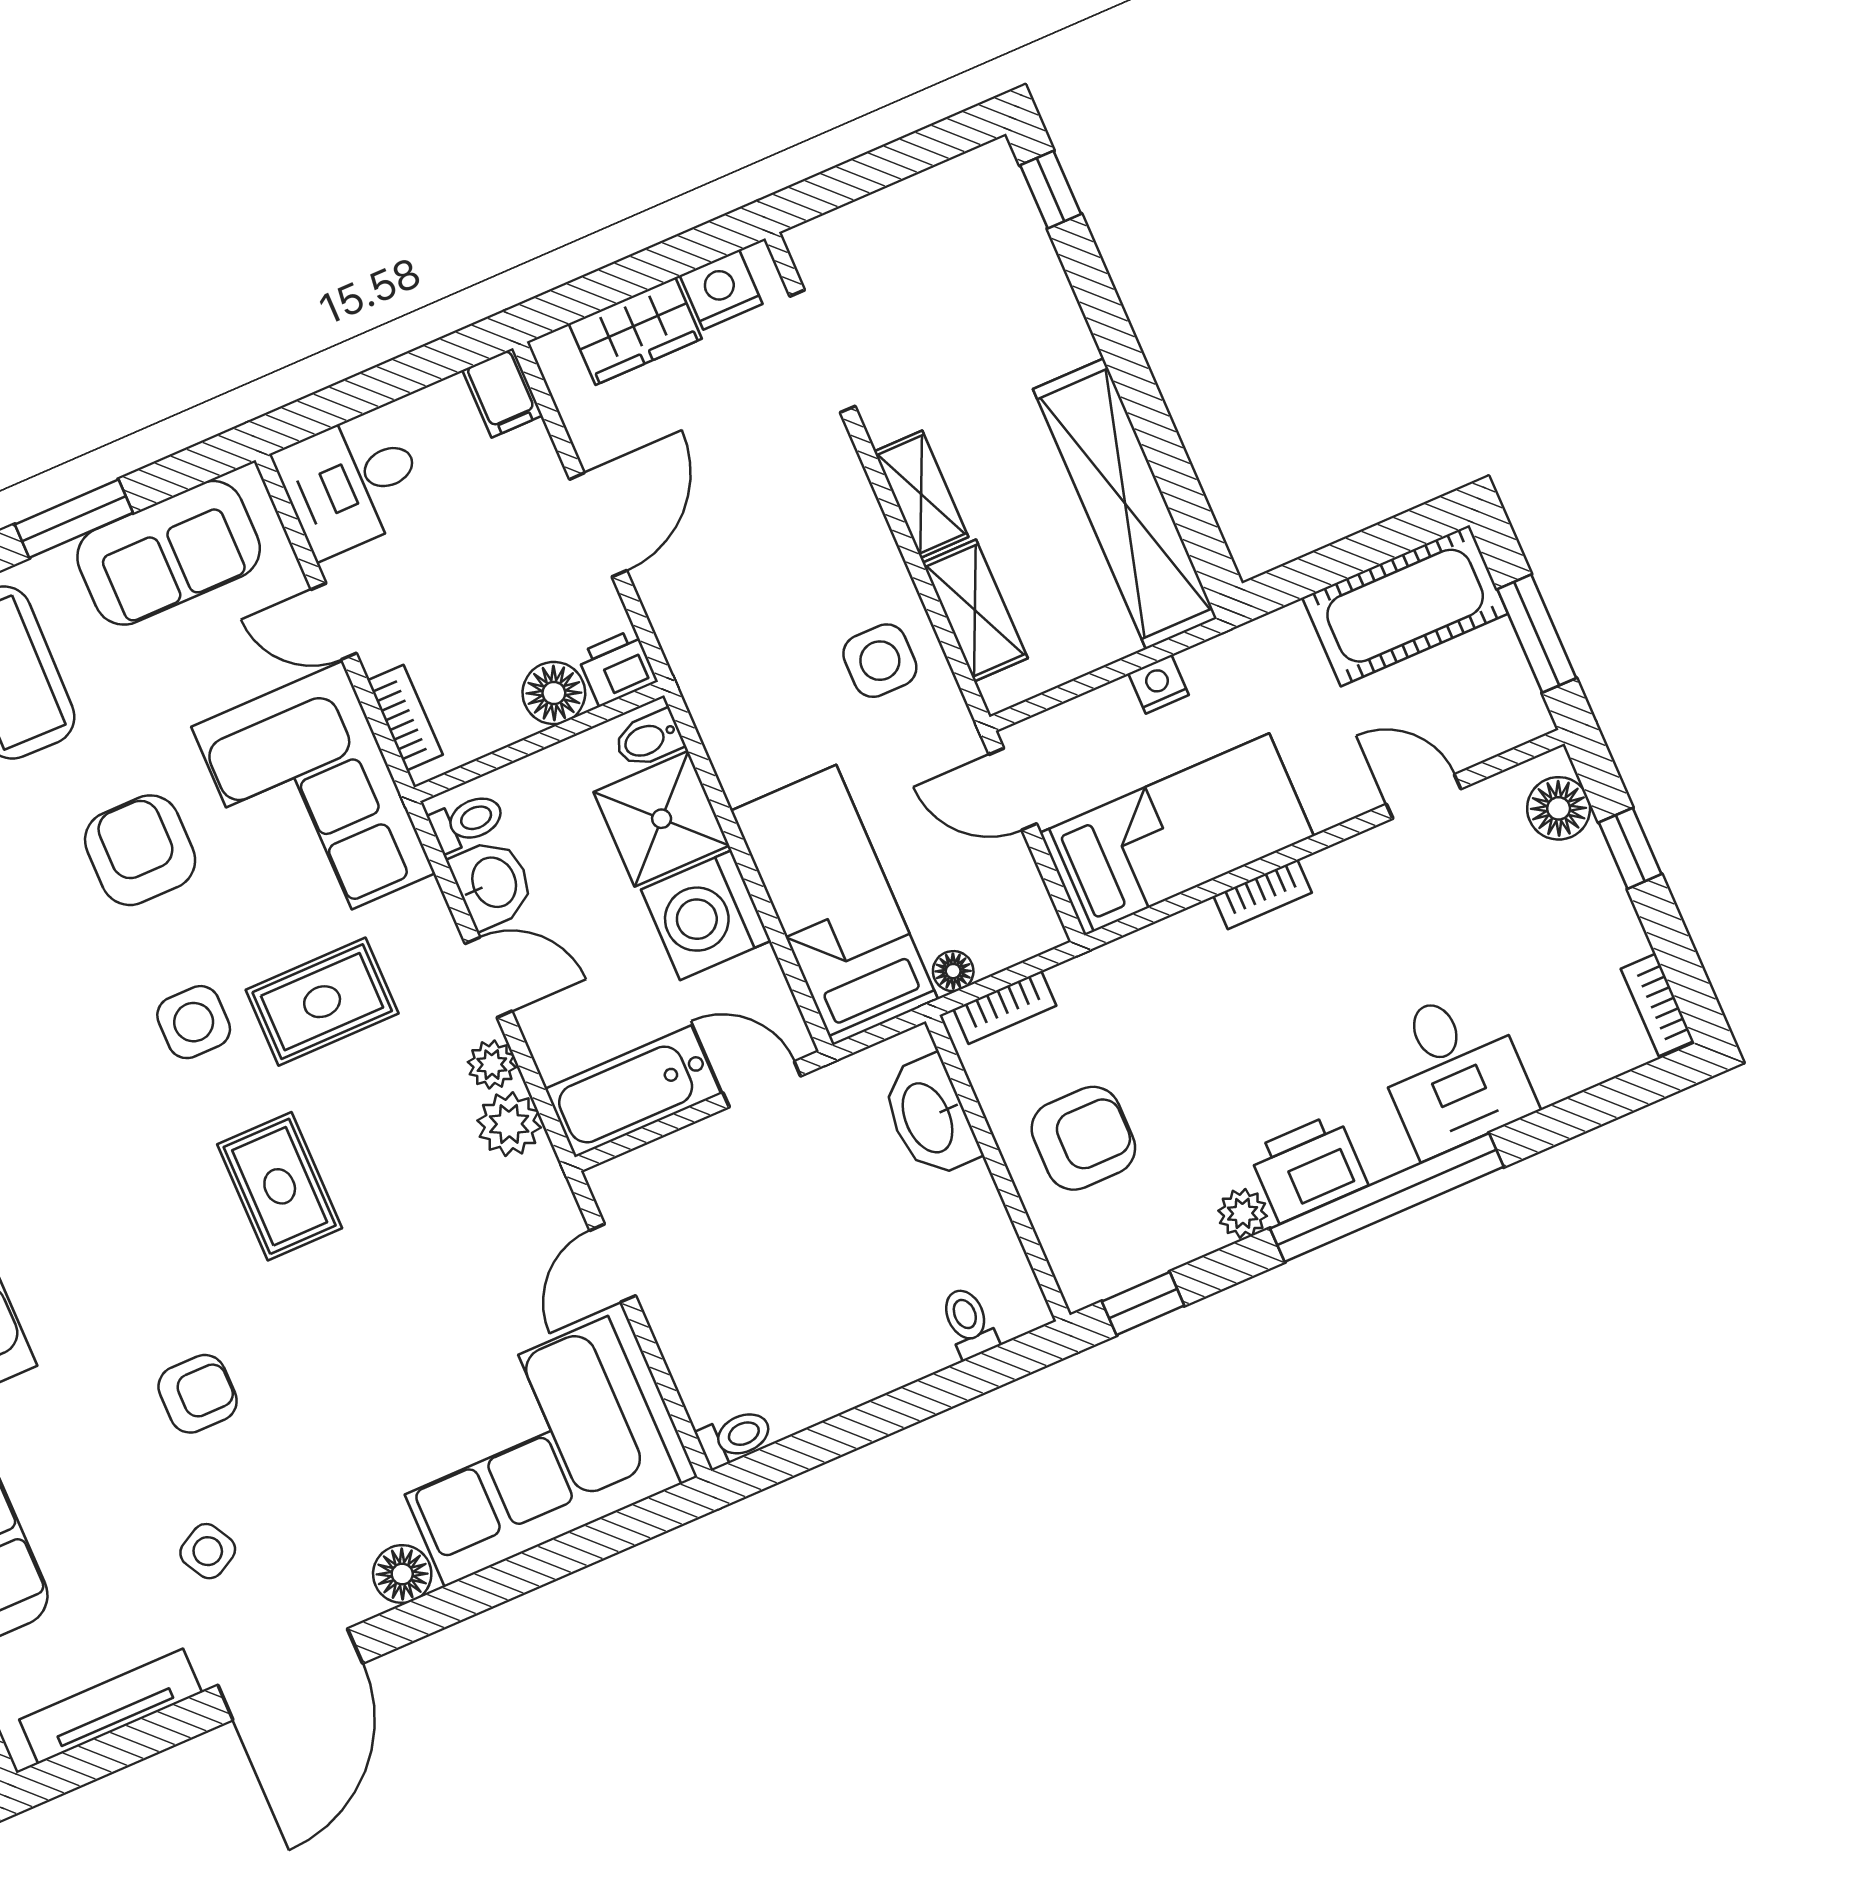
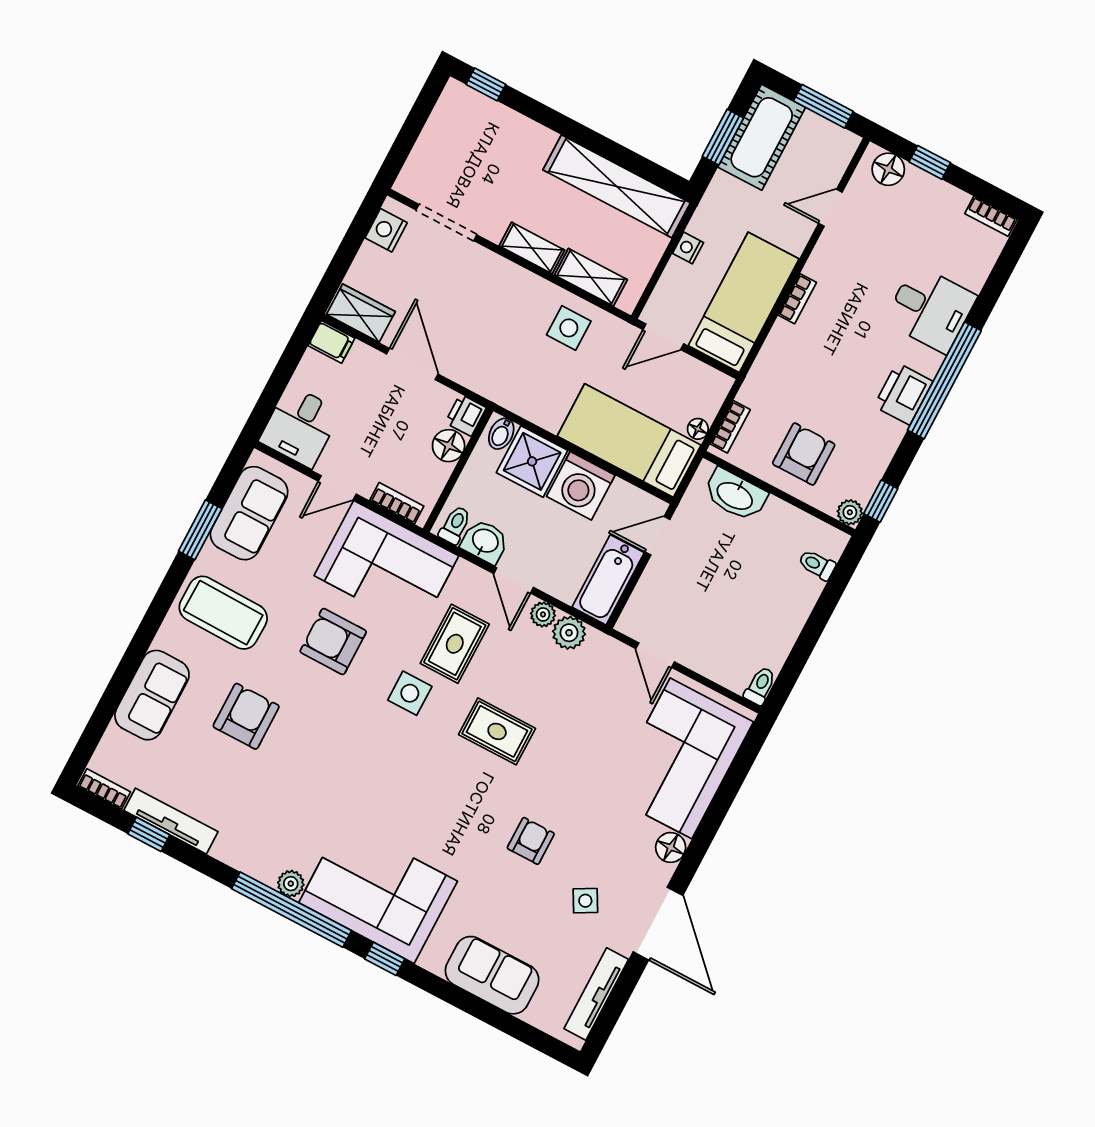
wardrobe: (635, 331) -> (361, 313), moved, turned -90
window: (1346, 558) -> (723, 137), added
door: (488, 977) -> (514, 581), swing flipped
plant: (1243, 1213) -> (850, 512), moved

